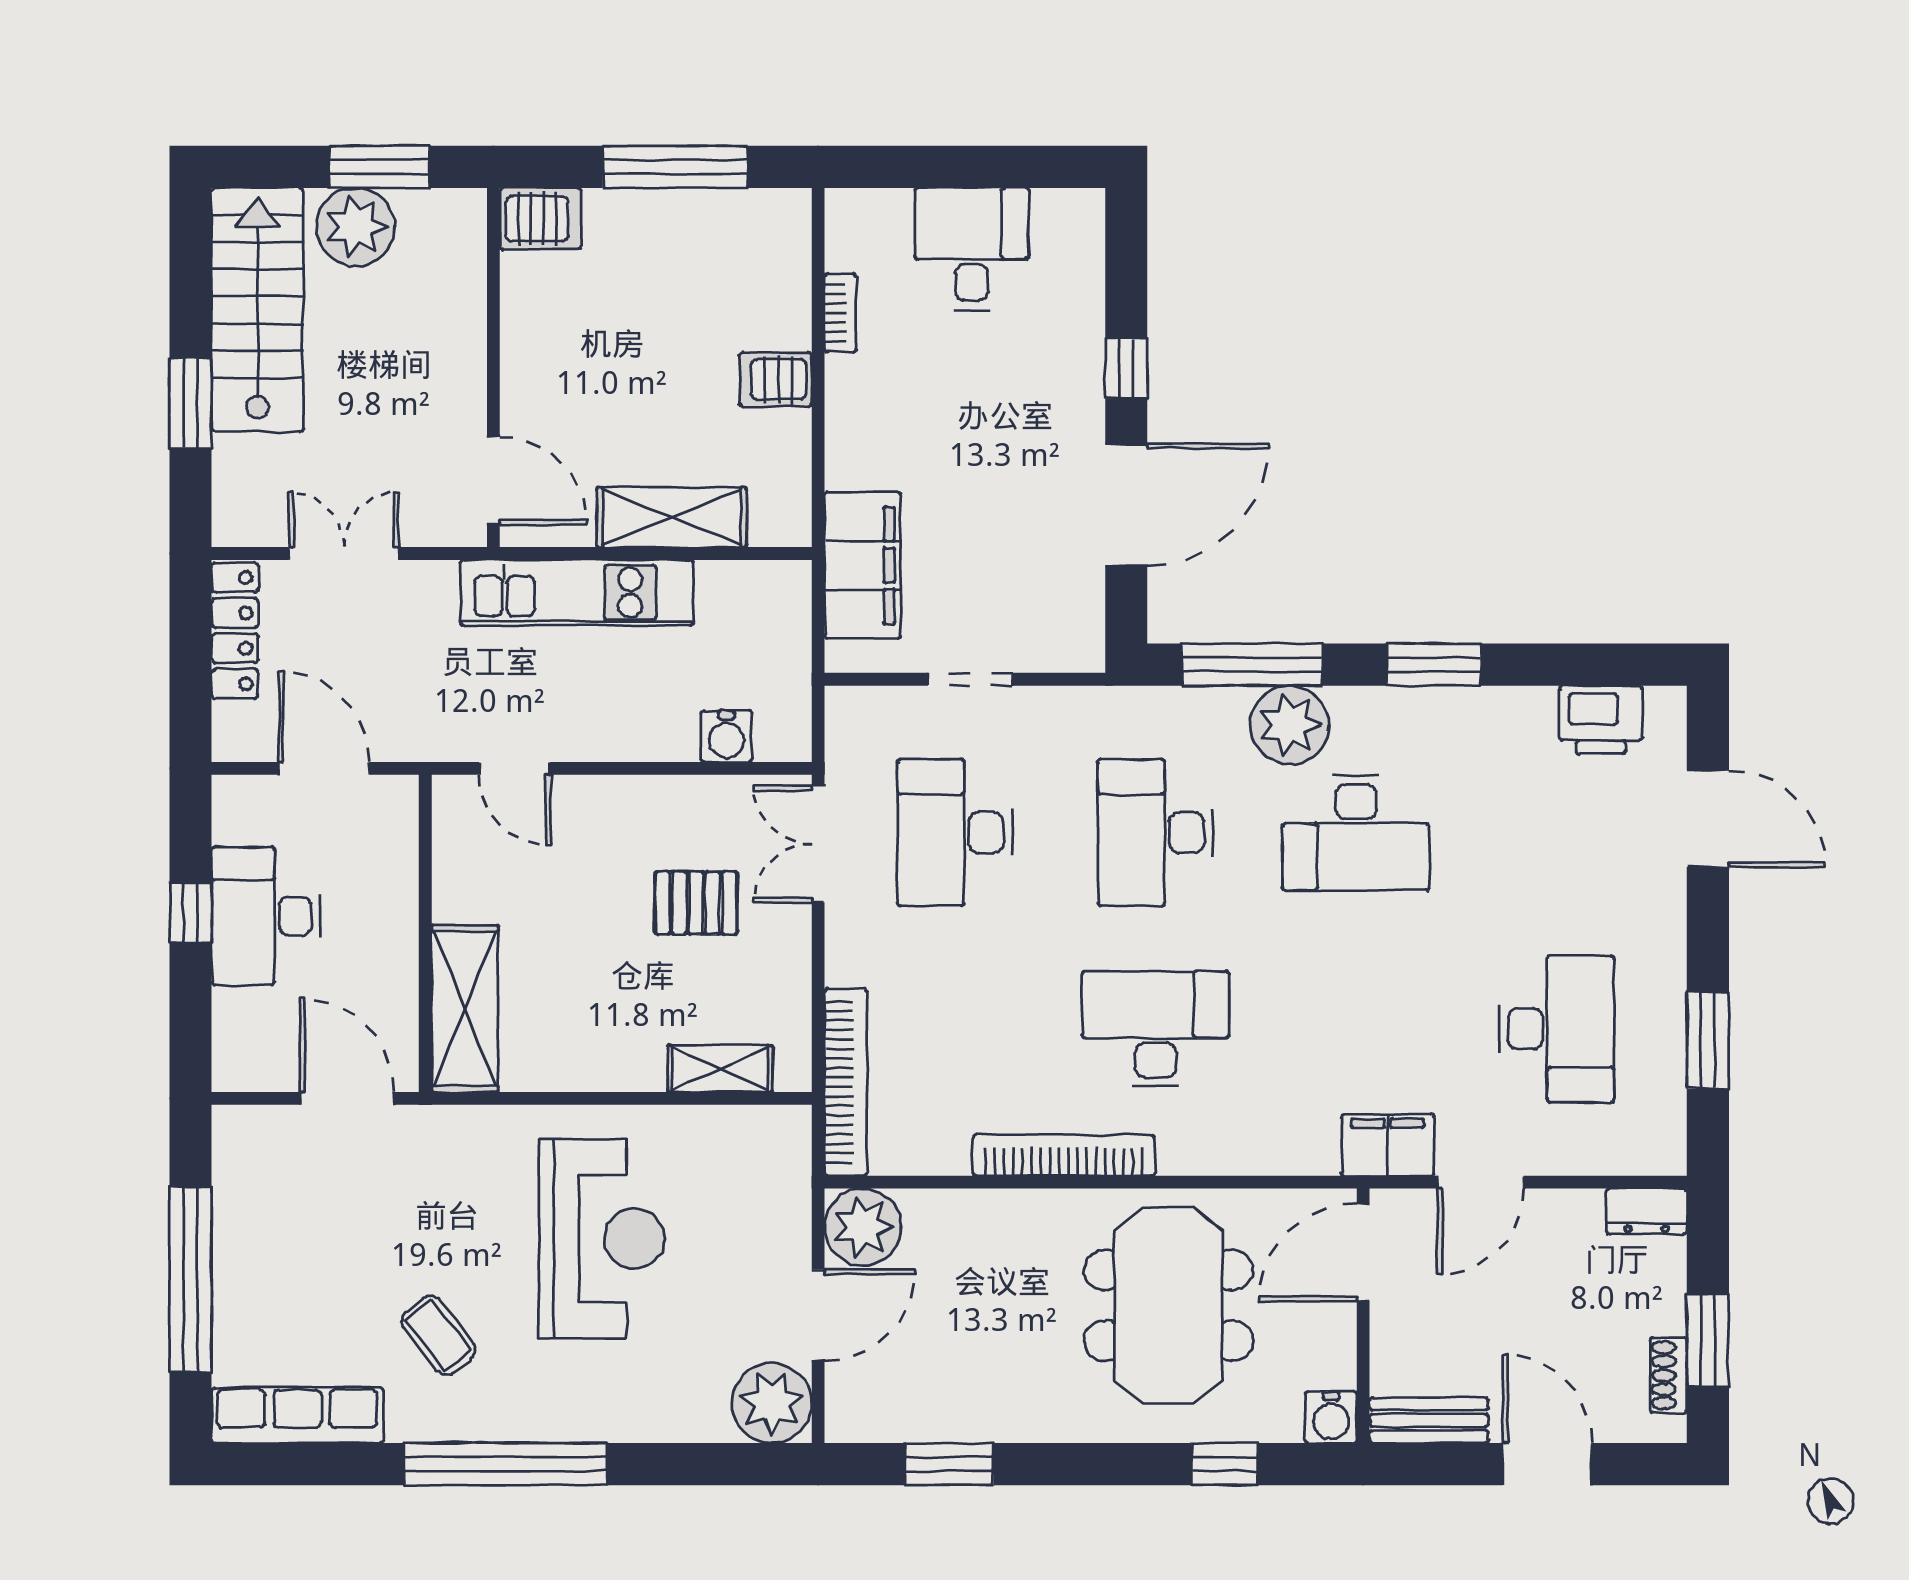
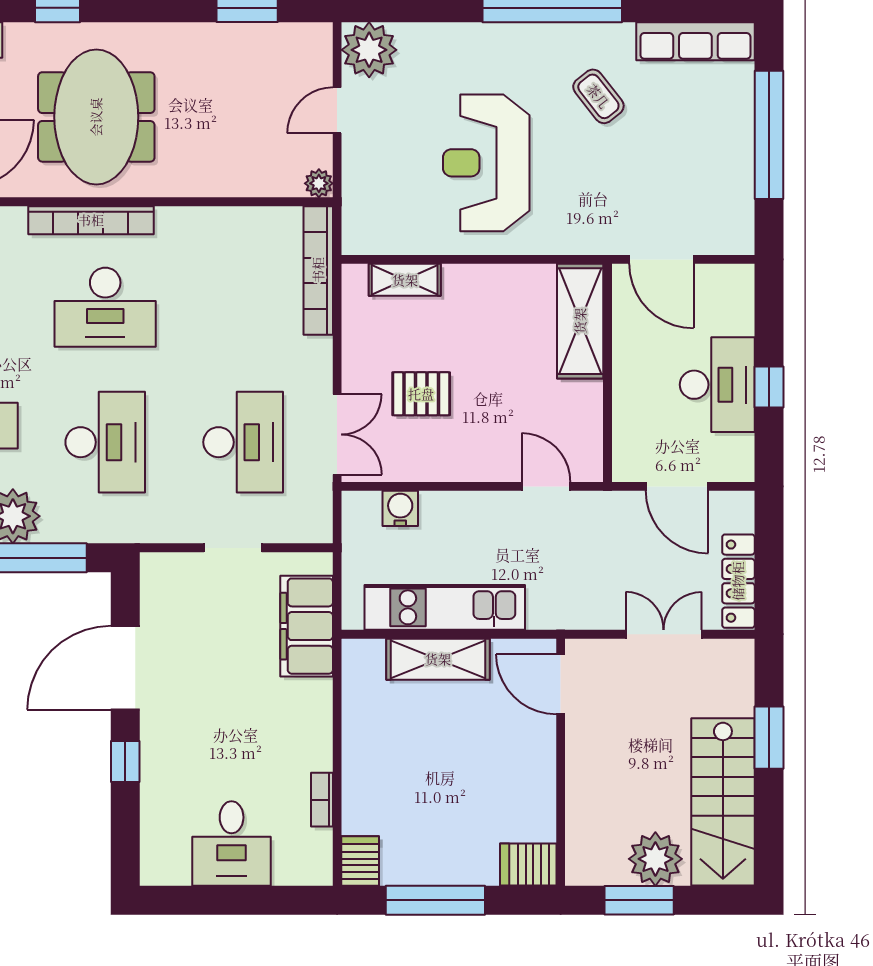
server rack: (776, 380) -> (360, 861), moved, turned -90
double door: (344, 553) -> (664, 634), swing flipped
kitchen unit: (577, 593) -> (445, 607), moved
bookcase: (1064, 1155) -> (91, 220), moved
plant: (863, 1227) -> (319, 183), width x0.53, depth x0.53
door: (818, 1315) -> (337, 110), width x0.73

